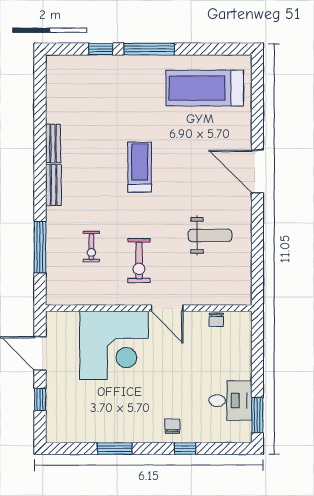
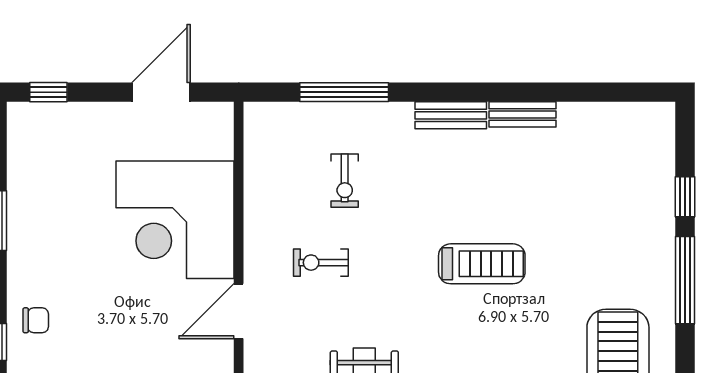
exercise bike: (91, 247) -> (345, 181), turned -90
exercise bike: (139, 261) -> (321, 263), width x0.73, depth x0.72
window: (40, 399) -> (48, 92), moved

